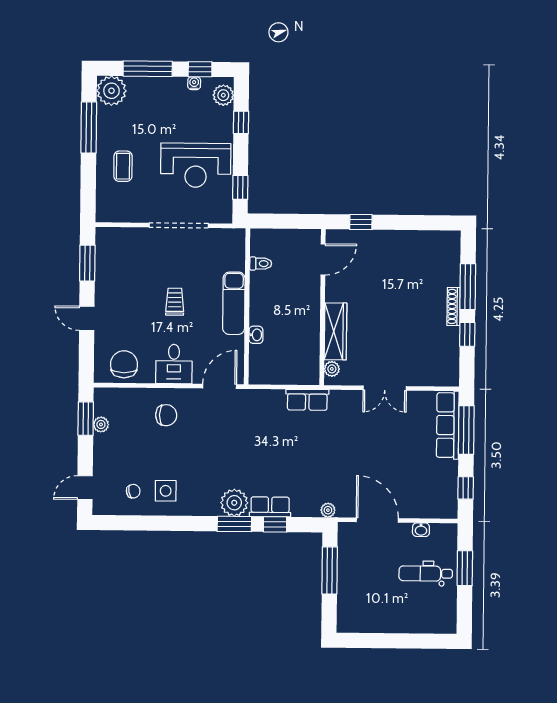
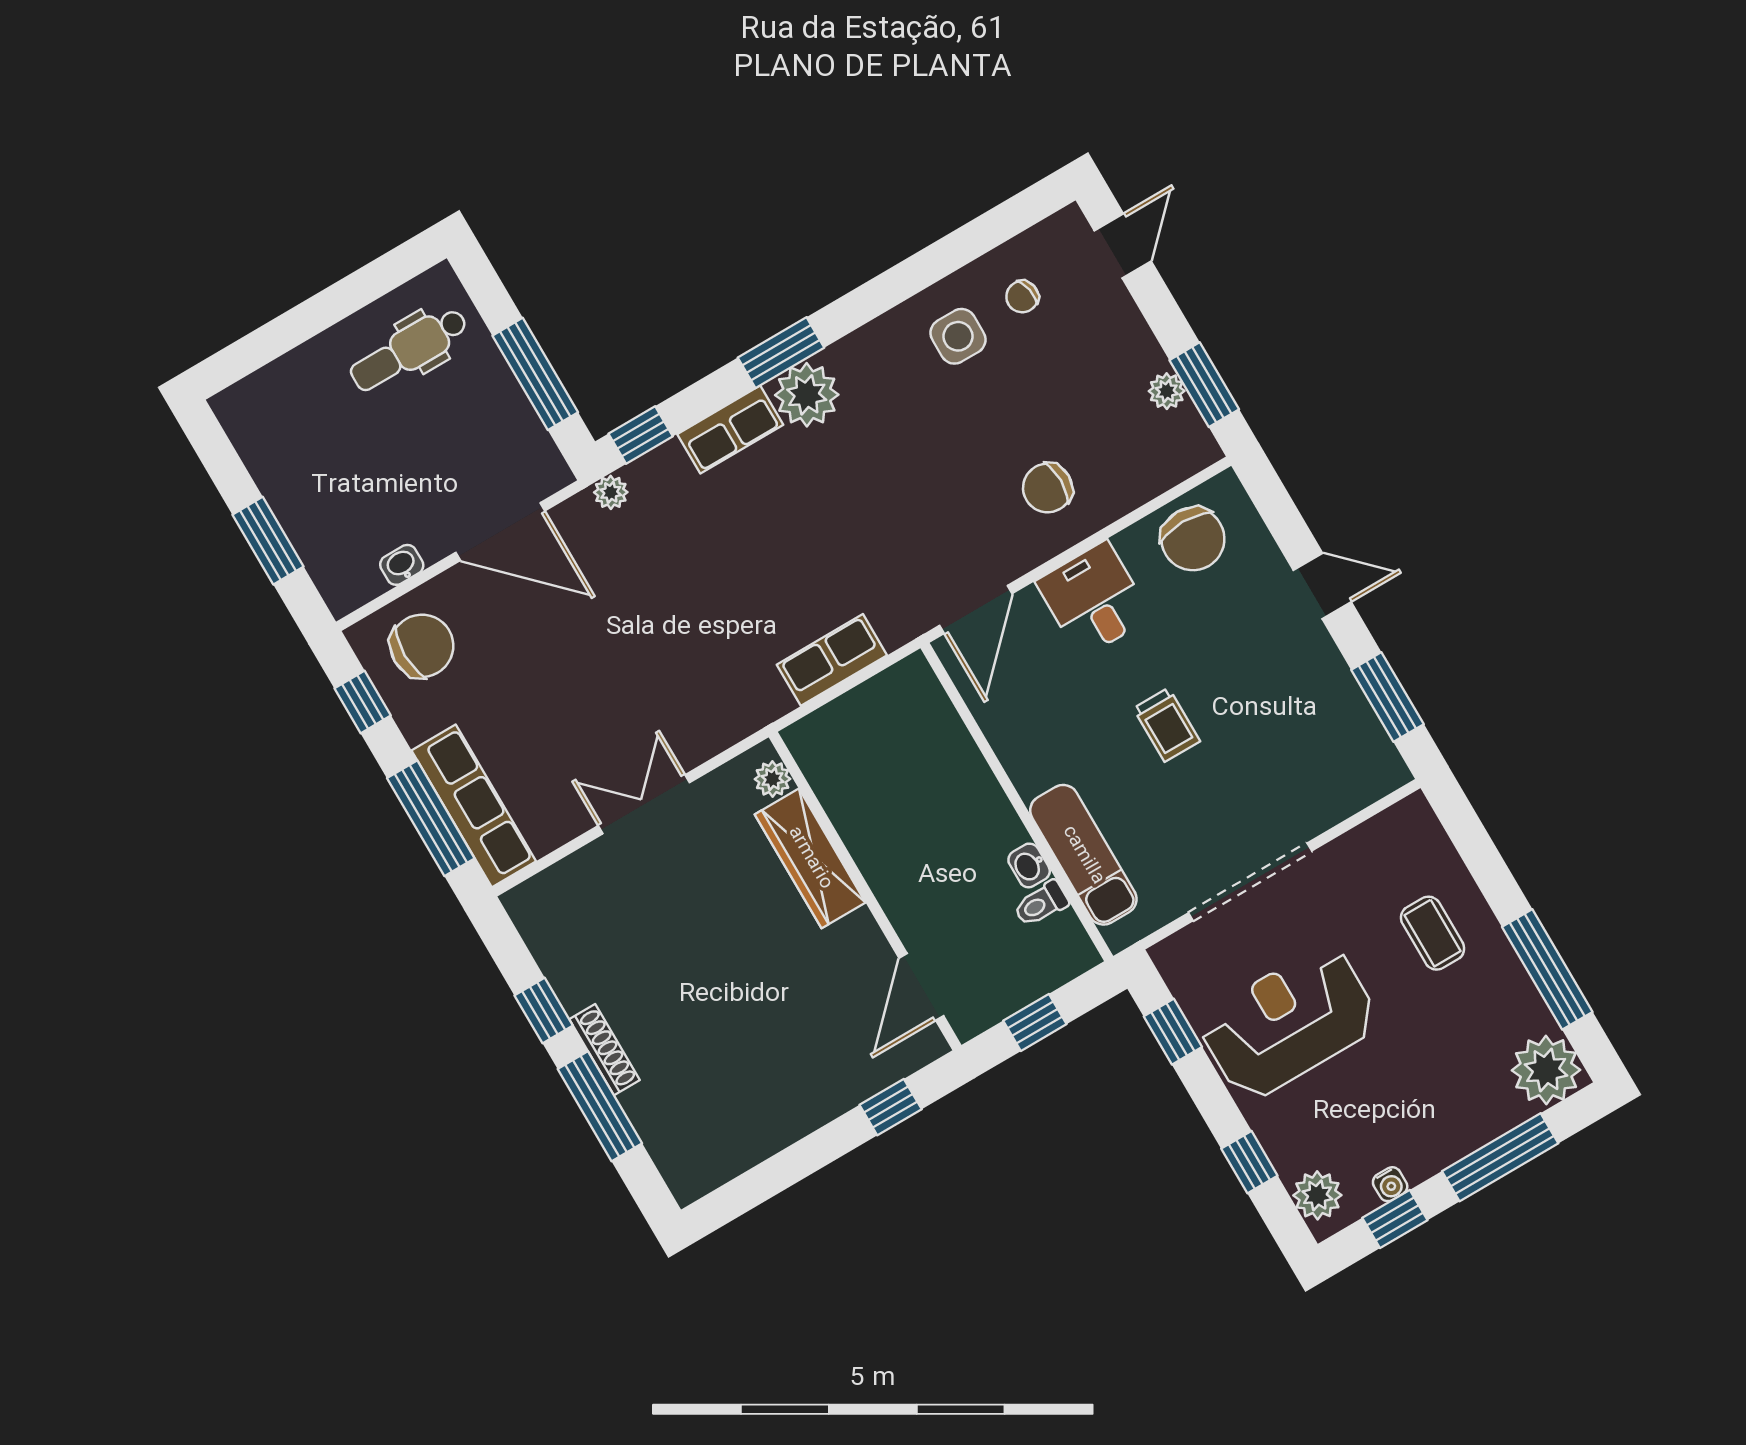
window: (289, 221) -> (1035, 1022), added
exam couch: (234, 303) -> (1083, 855), moved
washbasin: (256, 335) -> (1029, 865), moved
row of seats: (307, 400) -> (832, 660), moved
chair: (431, 495) -> (422, 646), added
window: (275, 524) -> (641, 435), moved
dental chair: (426, 574) -> (409, 349), moved, turned 180

